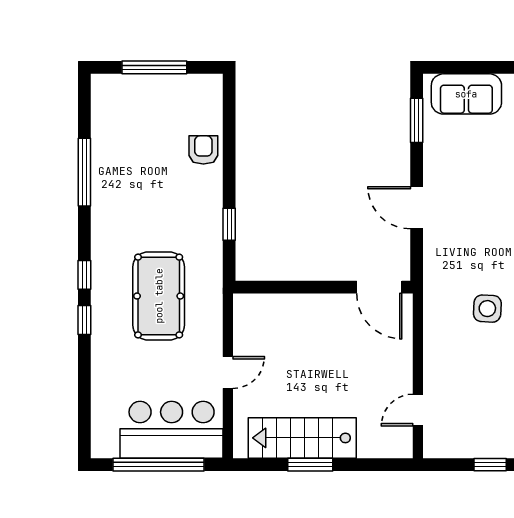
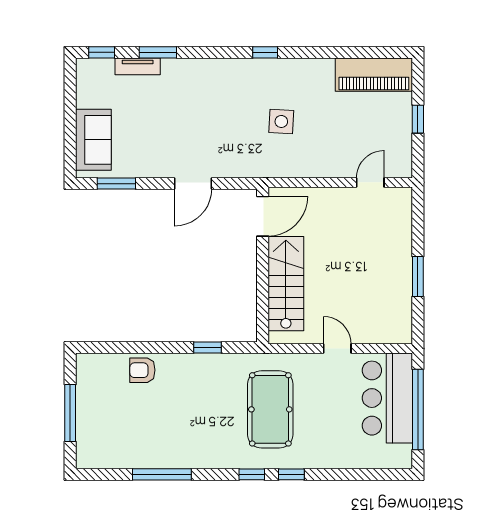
pool table: (159, 296) -> (270, 409), turned 90
door: (418, 410) -> (370, 182), swing flipped
stairs: (302, 438) -> (286, 284), moved, turned 180

